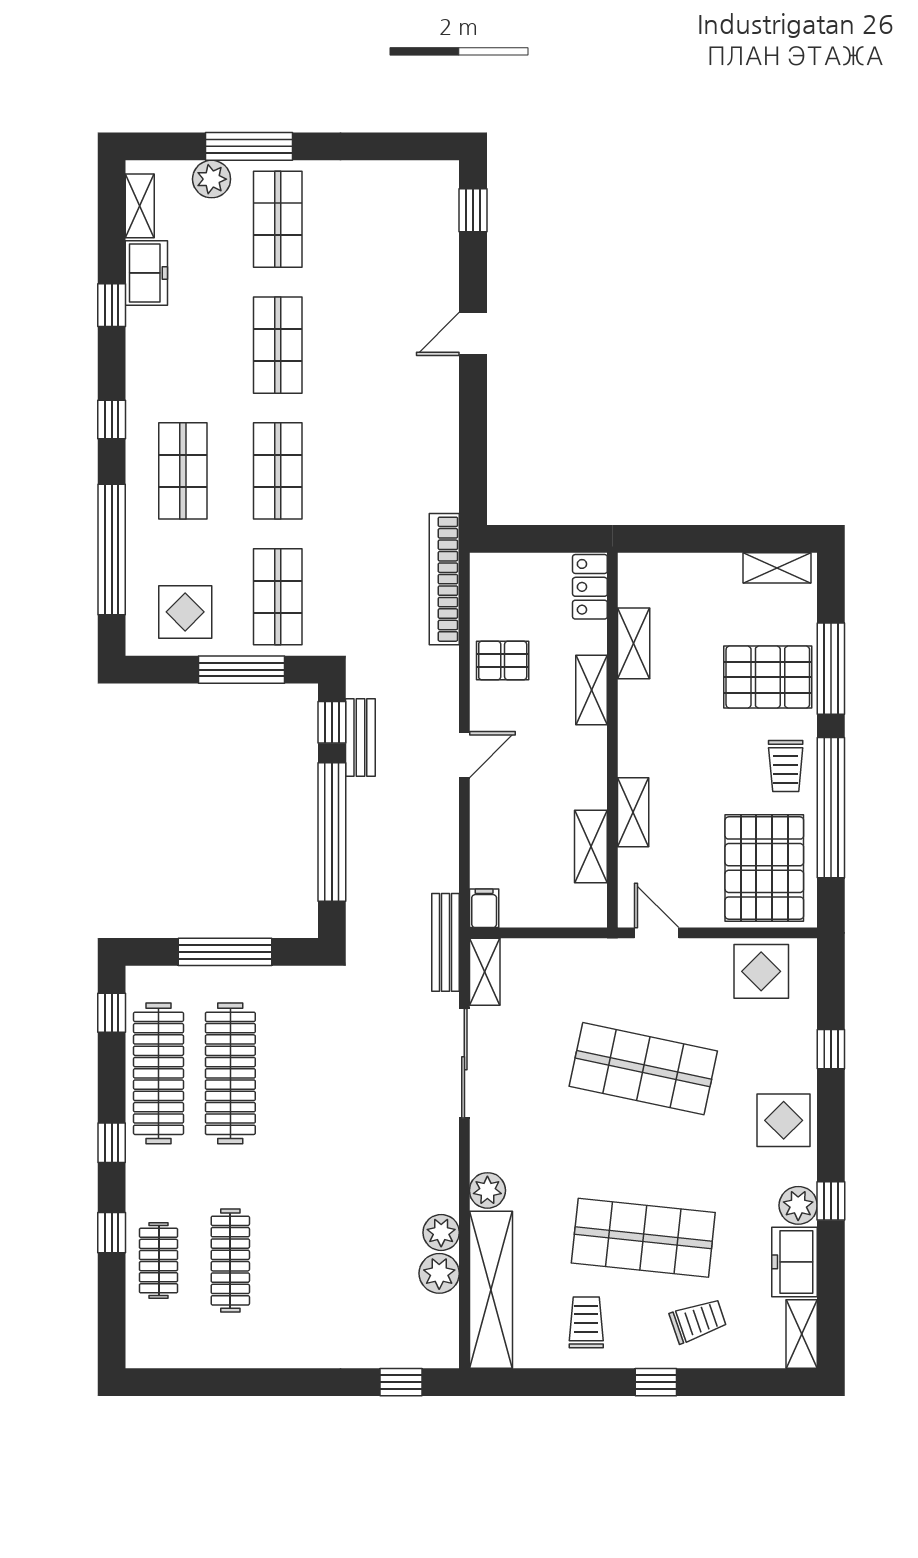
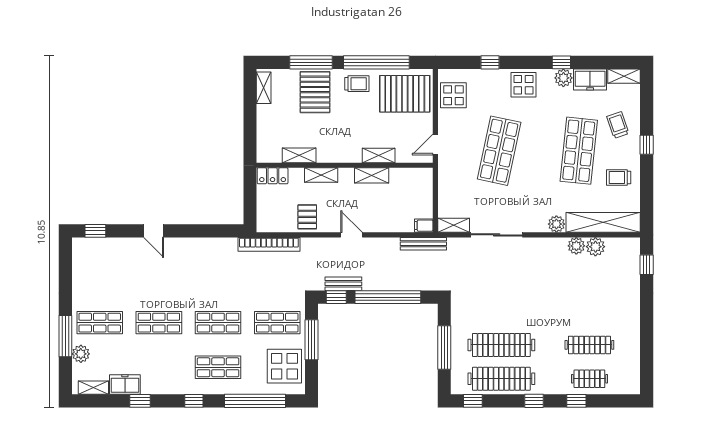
display table: (185, 612) -> (284, 366), width x1.36, depth x1.36
shelving: (591, 847) -> (372, 175), moved
bench: (446, 942) -> (423, 244), moved

